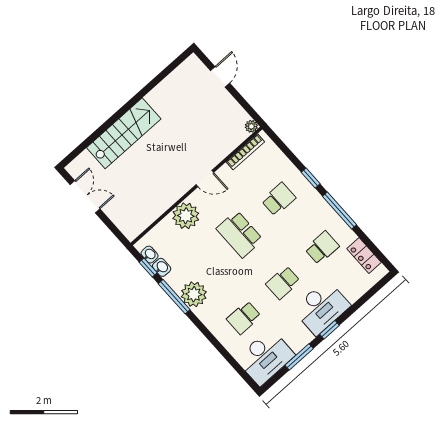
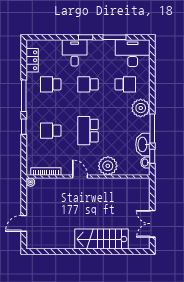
school desk: (239, 234) -> (88, 131), turned 180
washbasin: (162, 267) -> (143, 144), width x1.91, depth x1.45
school desk: (283, 283) -> (88, 84), turned 180
plant: (194, 294) -> (141, 108), moved
desk: (321, 307) -> (75, 53), width x0.73

